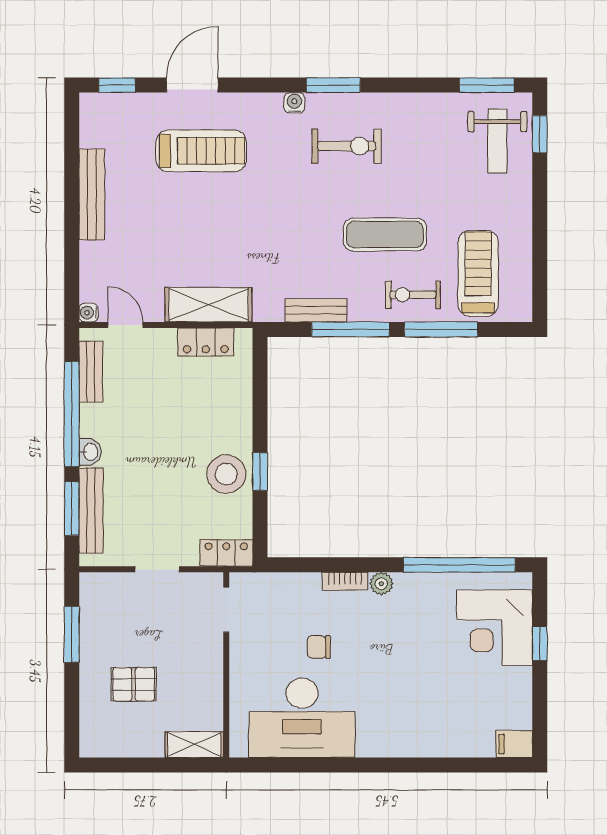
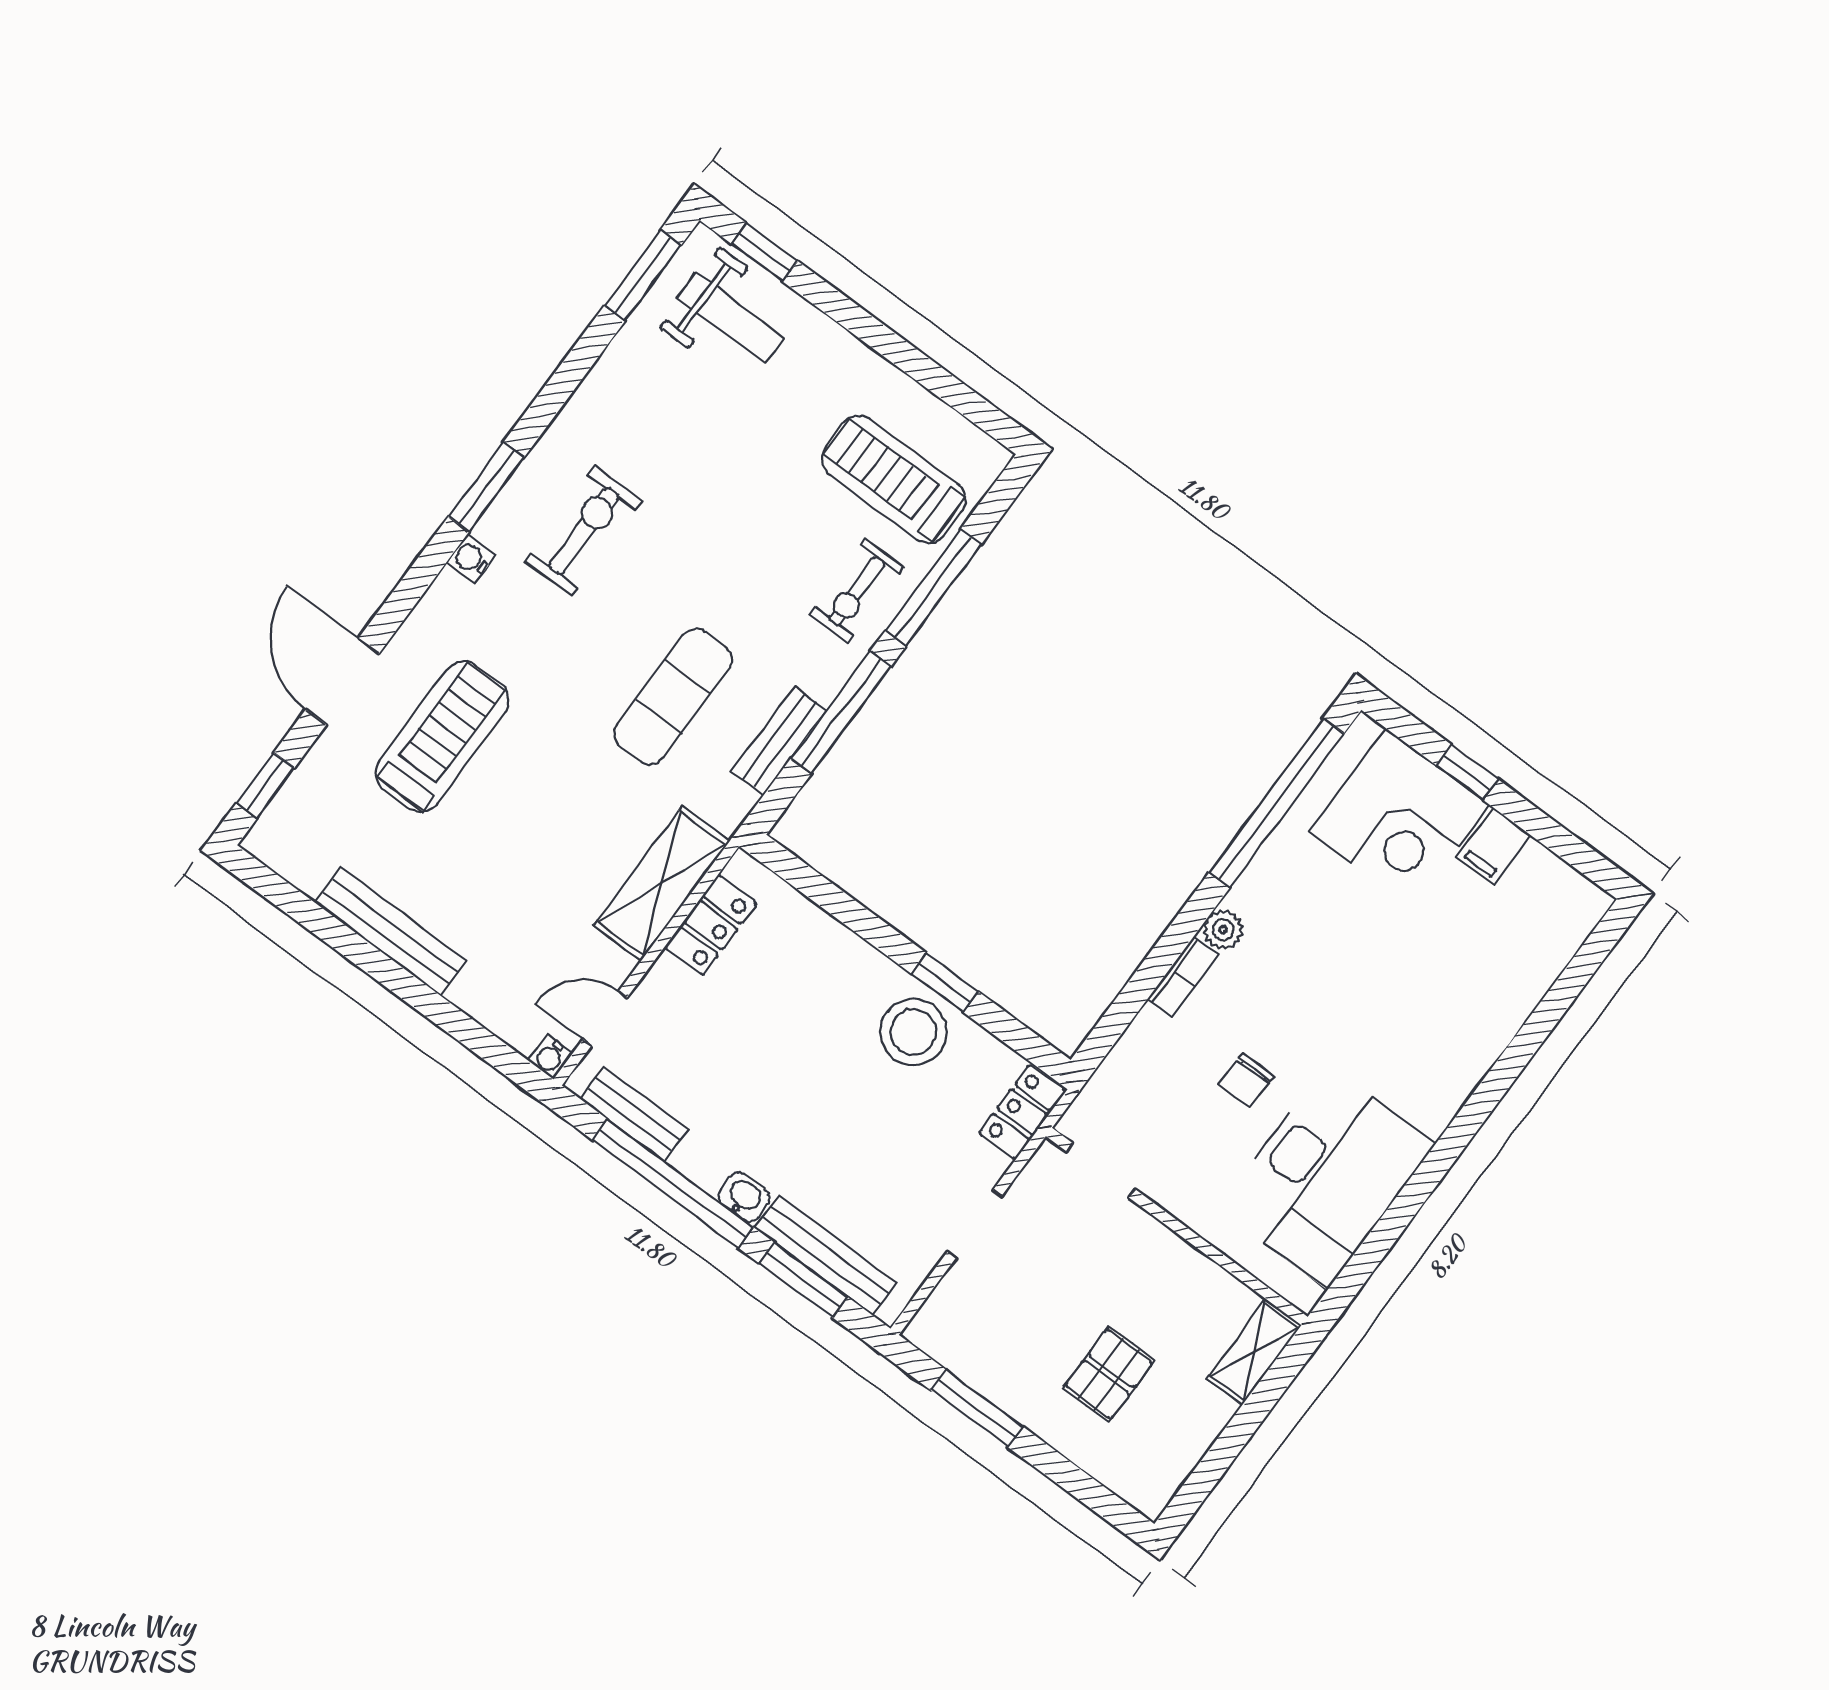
exercise mat: (385, 235) -> (673, 697), moved
filing cabinet: (514, 744) -> (1493, 846), moved

